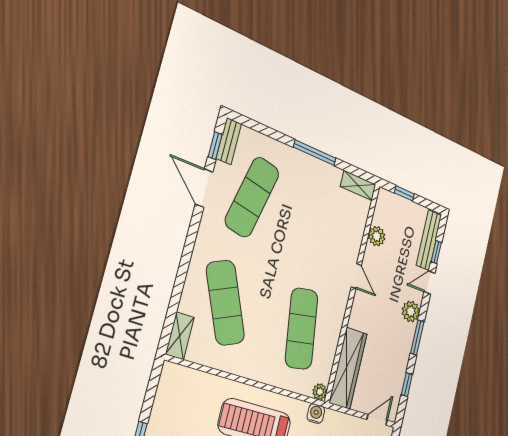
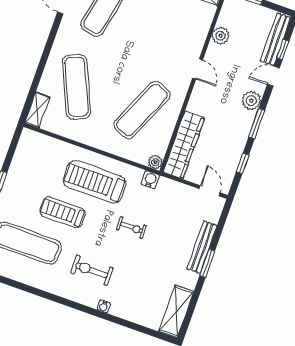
exercise mat: (302, 329) -> (142, 110), turned 33
door: (377, 420) -> (210, 191), hinge flipped

